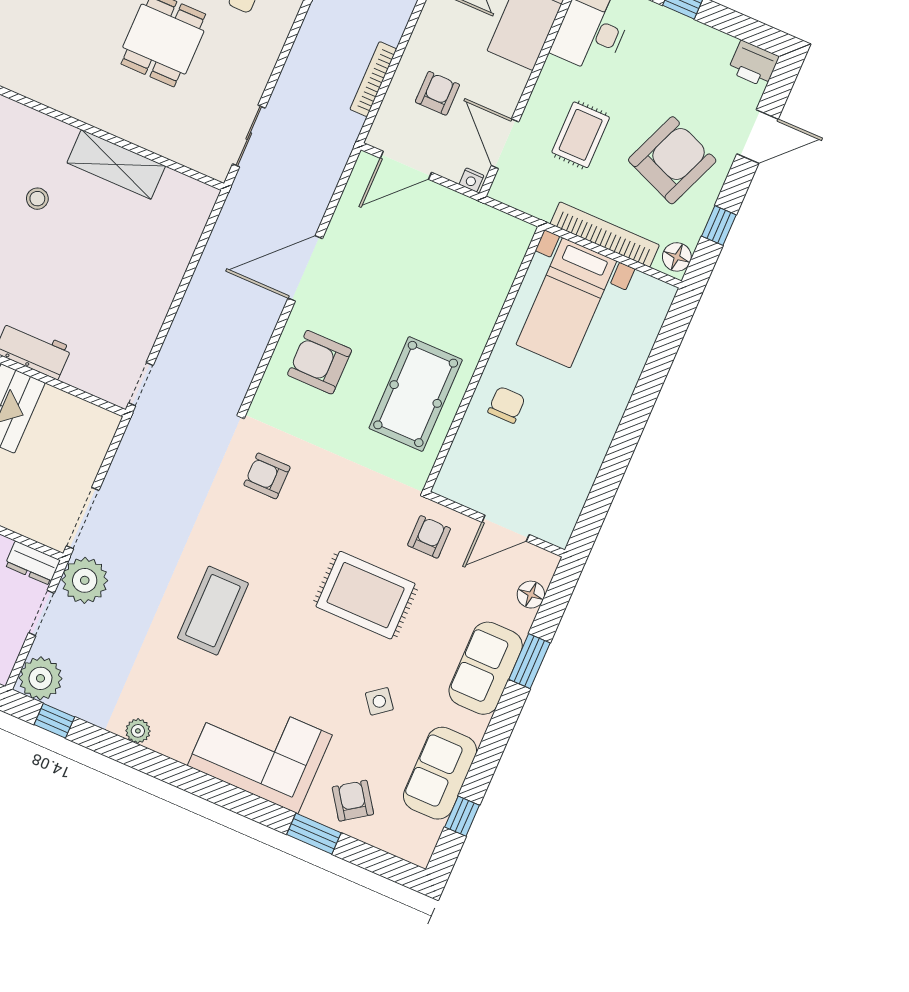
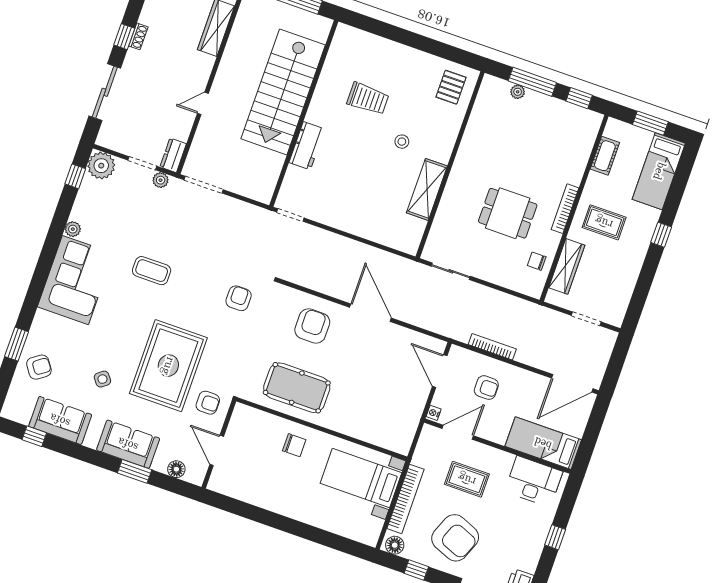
plant: (85, 580) -> (161, 180), width x0.53, depth x0.53
rug: (366, 595) -> (168, 366), width x1.37, depth x1.44
coffee table: (213, 611) -> (152, 271), width x0.73, depth x0.76
corner sofa: (260, 750) -> (75, 280), moved

